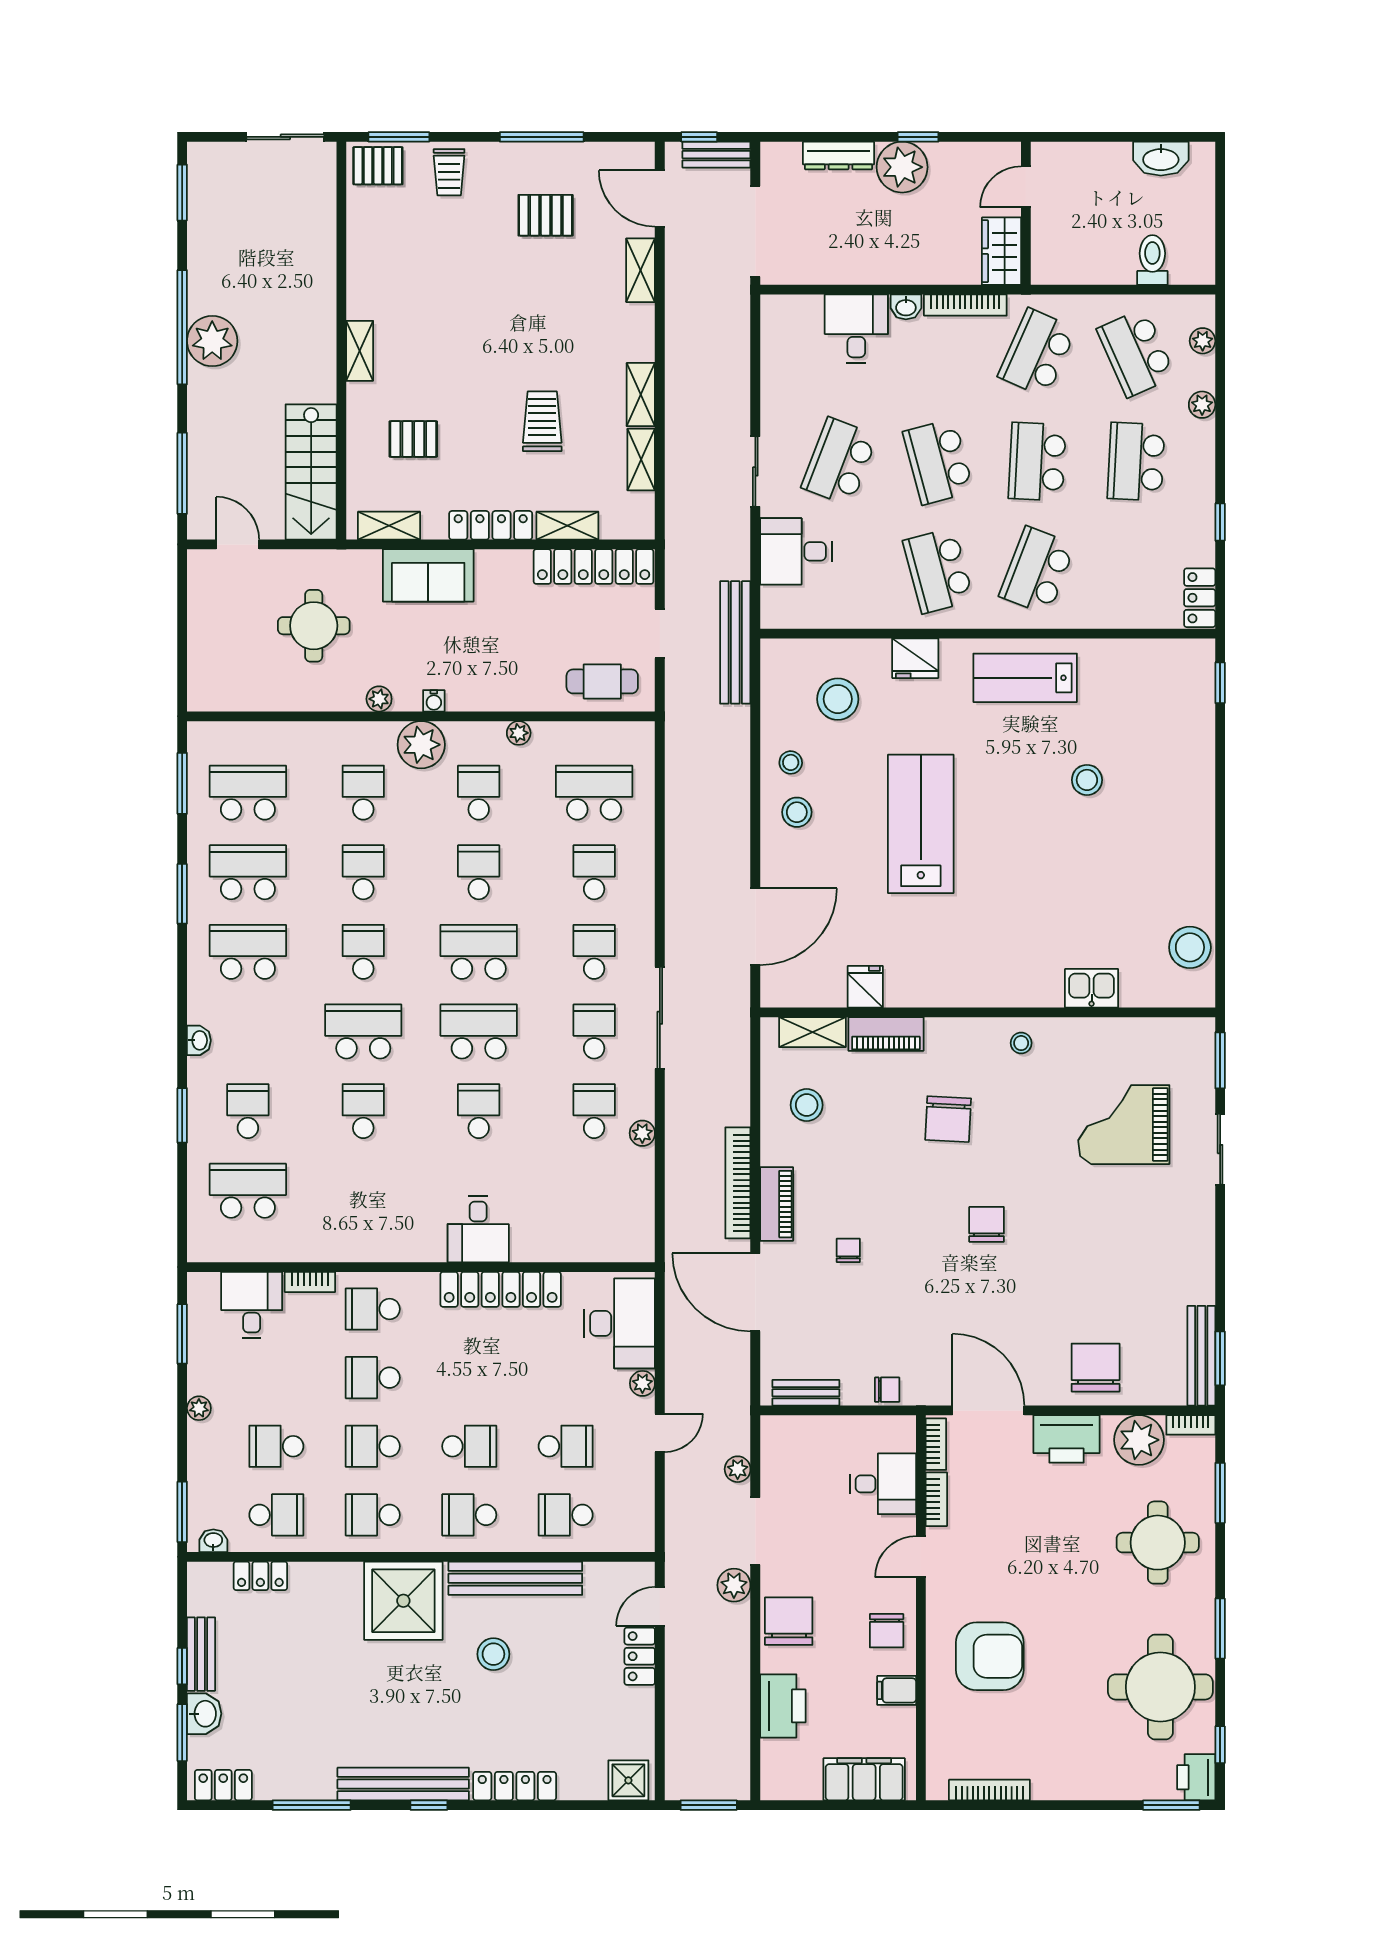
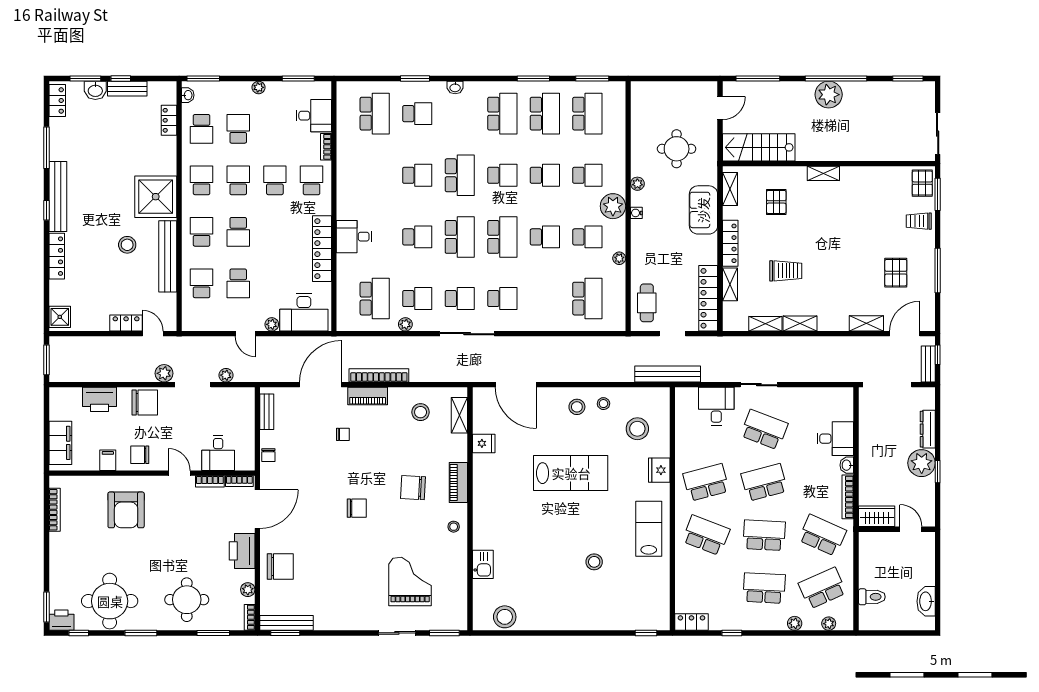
school desk: (594, 872) -> (375, 299), moved, width x1.85
piano: (886, 1034) -> (458, 483), moved
plant: (1139, 1440) -> (248, 590), width x0.53, depth x0.53

